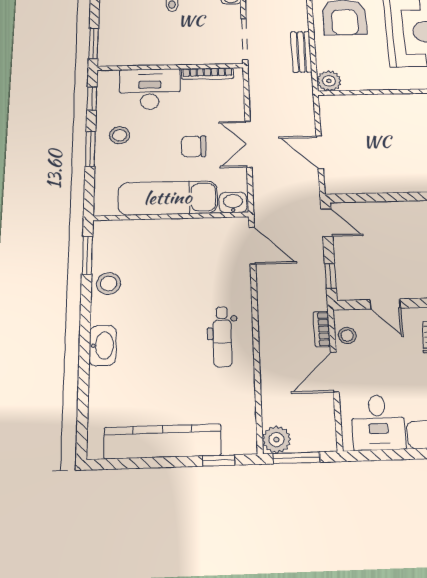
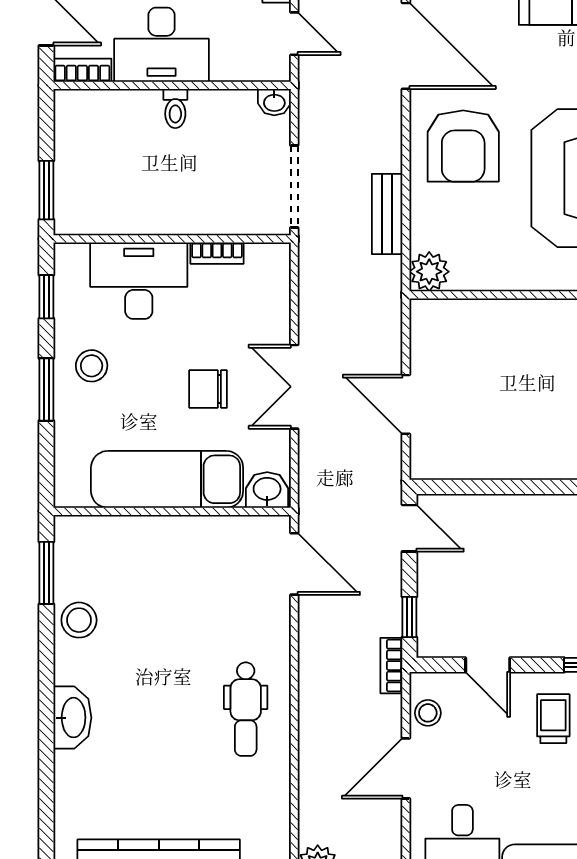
bookcase: (207, 74) -> (217, 253), width x0.64
bookcase: (322, 329) -> (391, 666), moved

